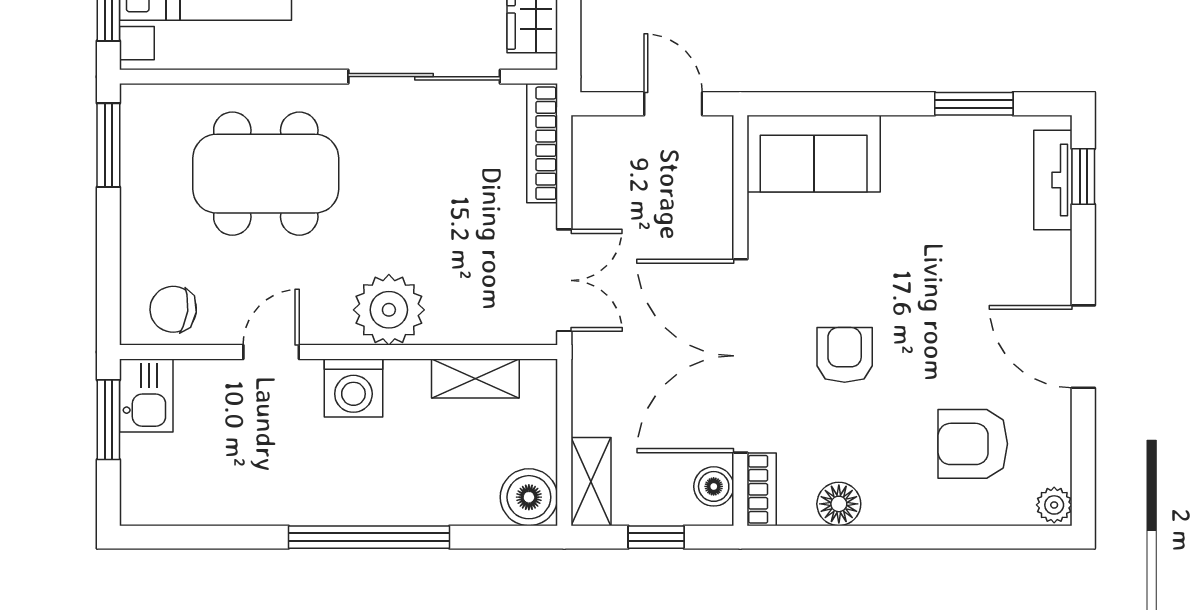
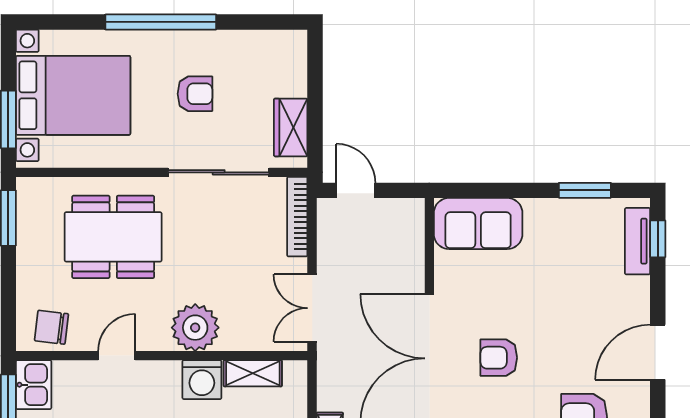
door: (673, 104) -> (356, 190), moved
double door: (564, 280) -> (312, 308), swing flipped
door: (1083, 347) -> (658, 352), hinge flipped
armchair: (845, 355) -> (499, 358), turned -90
washing machine: (353, 388) -> (202, 380), moved

